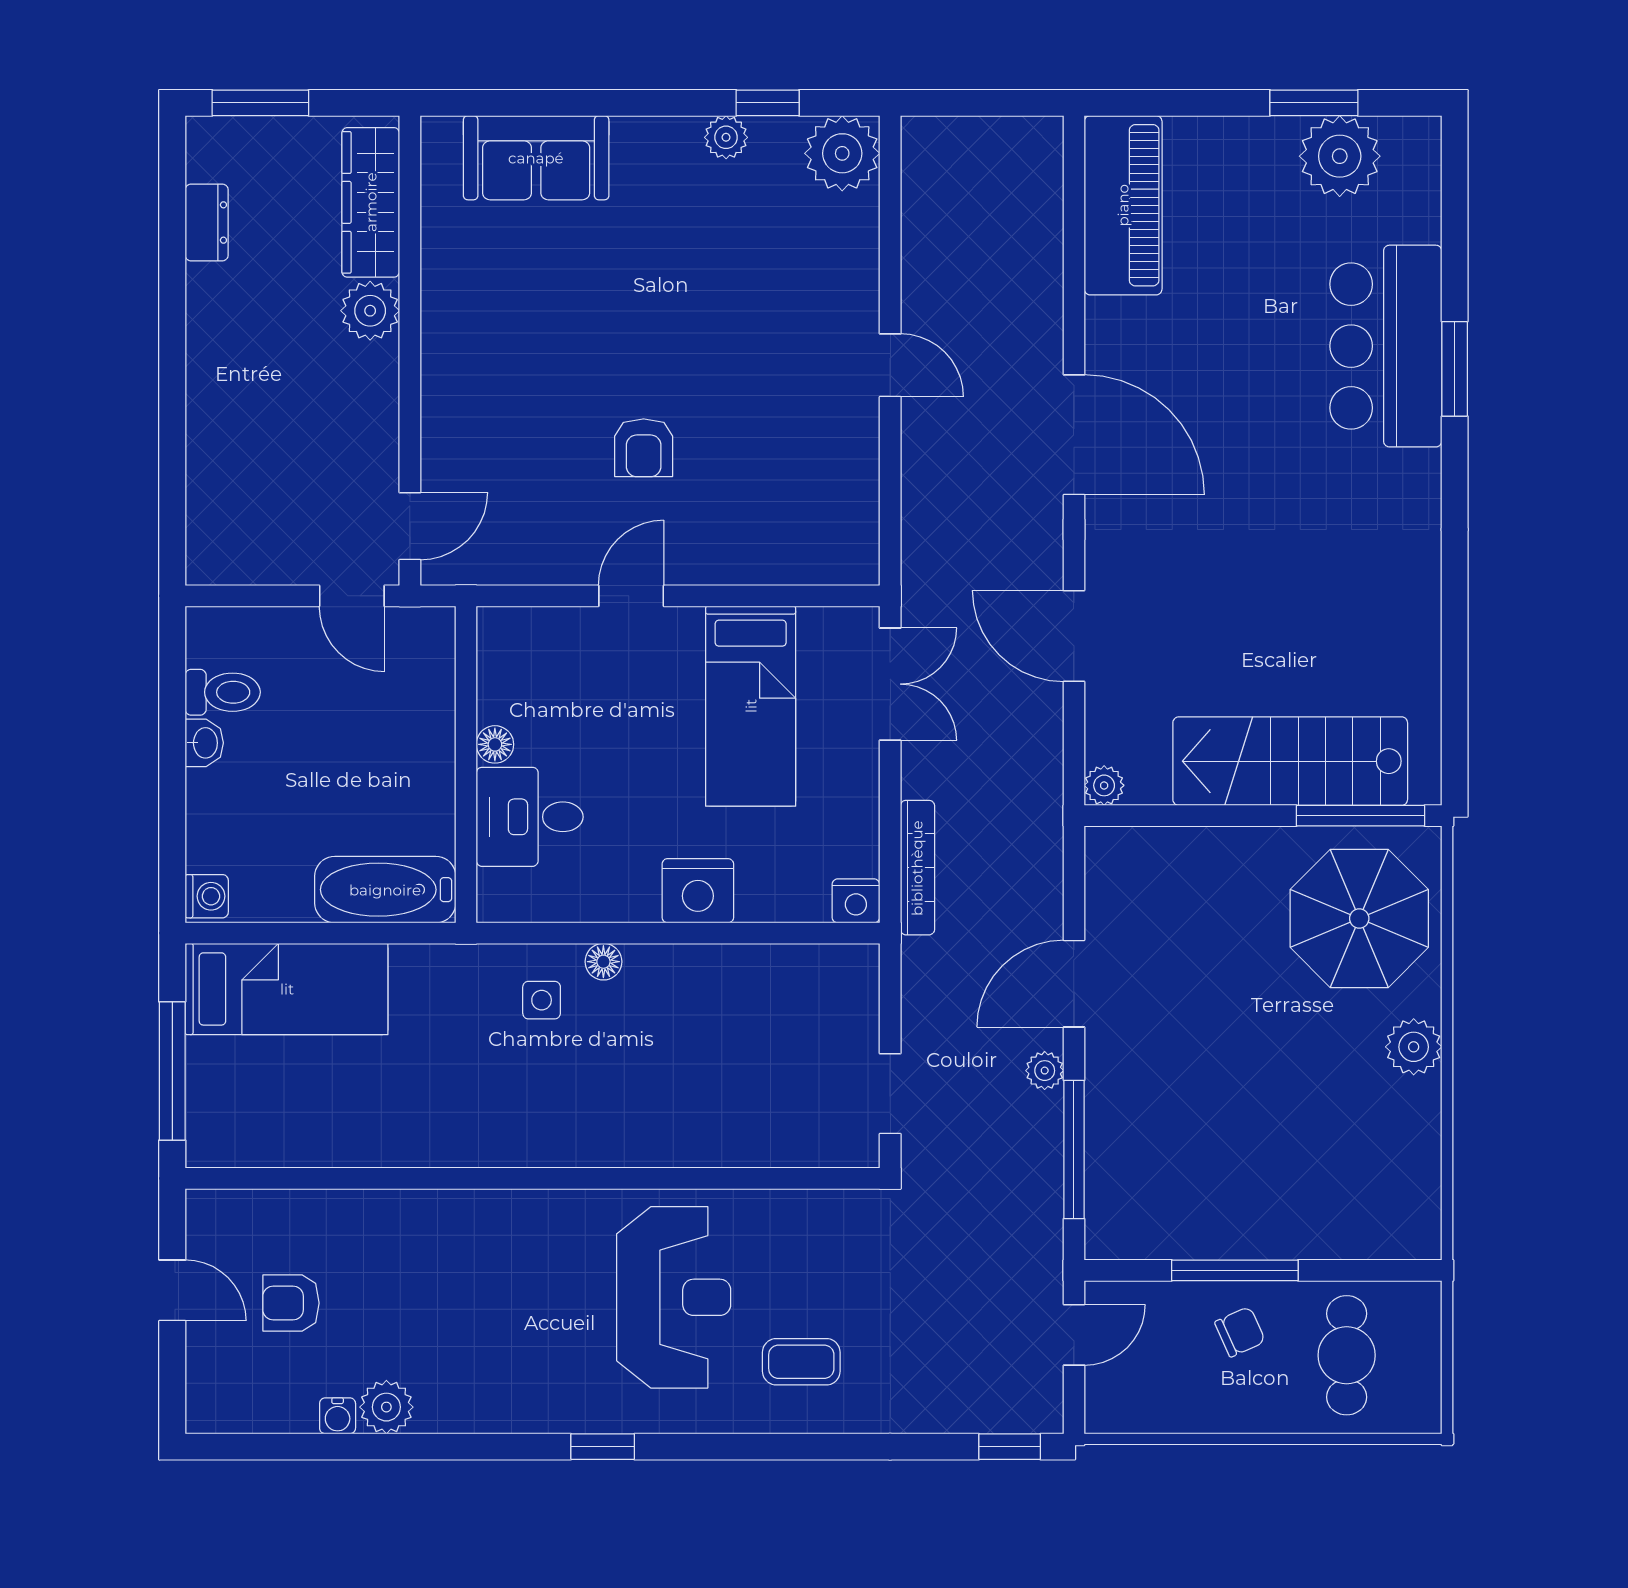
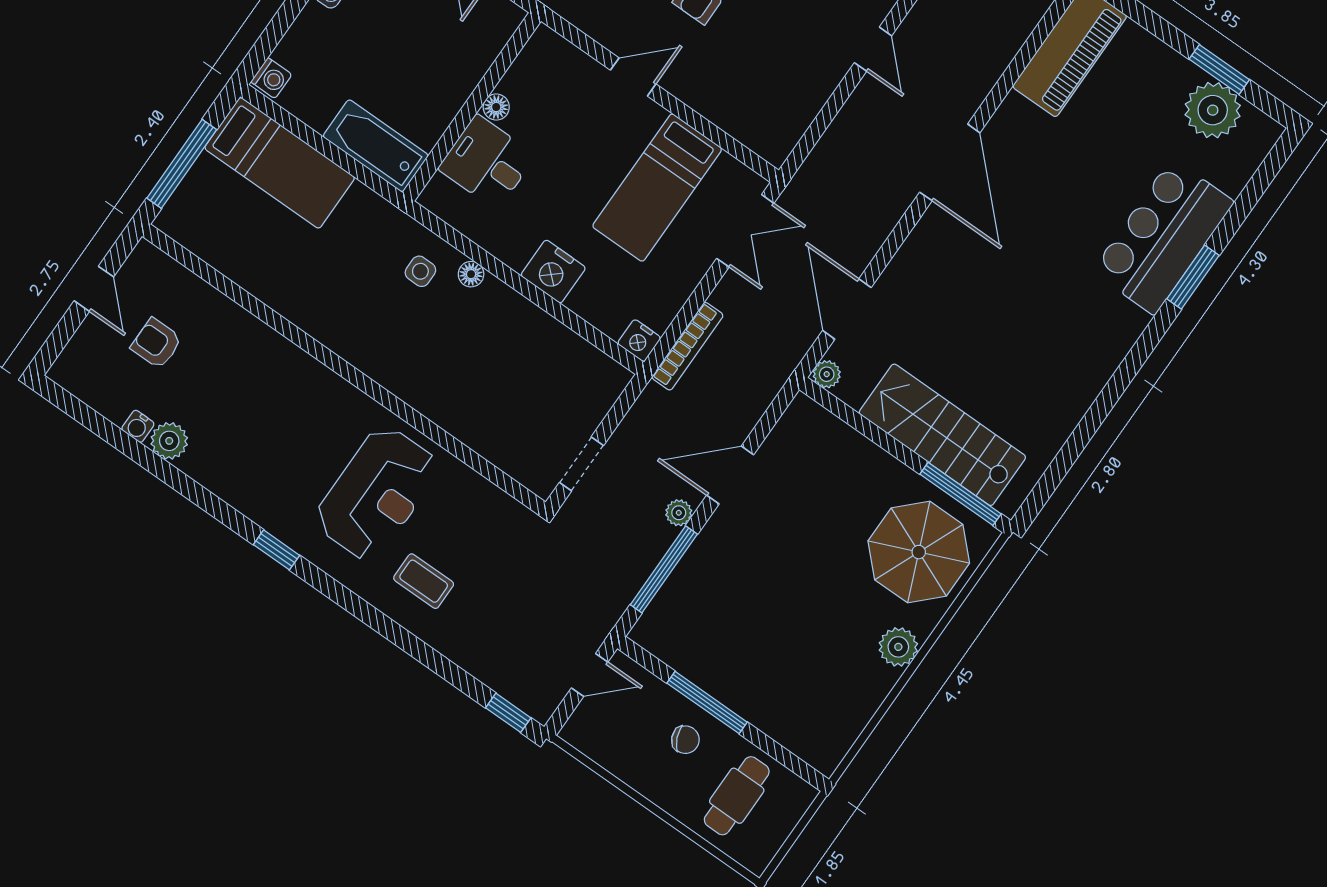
door: (1074, 636) -> (847, 309), moved

